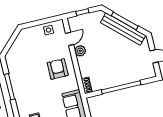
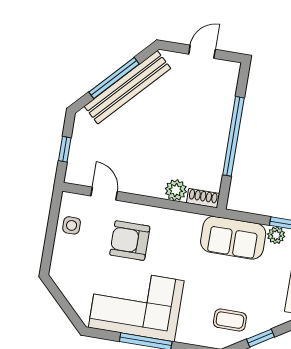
plant: (80, 51) -> (176, 190), moved
armchair: (58, 69) -> (130, 241), moved
corner sofa: (25, 75) -> (136, 304), added

